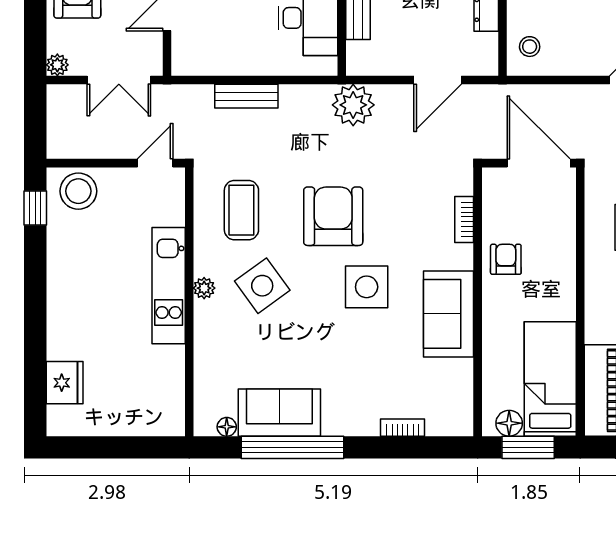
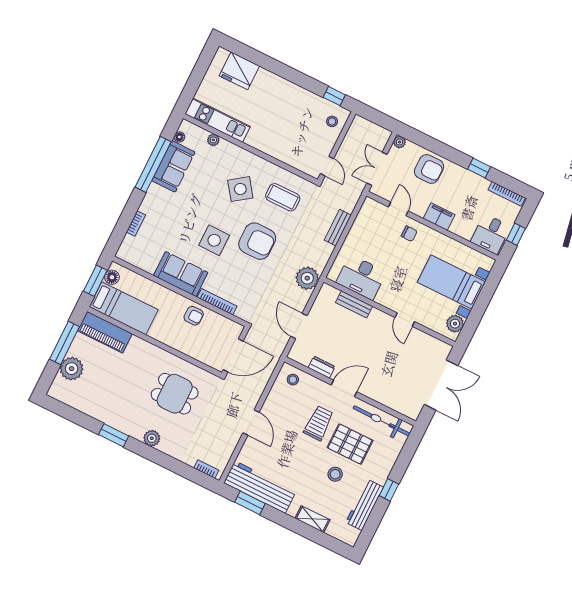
stool: (78, 191) -> (332, 121), width x0.53, depth x0.53
bookcase: (464, 219) -> (217, 302), width x1.56
kitchen unit: (169, 286) -> (218, 120), moved
plant: (204, 288) -> (213, 140), moved
fridge: (65, 383) -> (239, 71), width x1.36, depth x1.34

